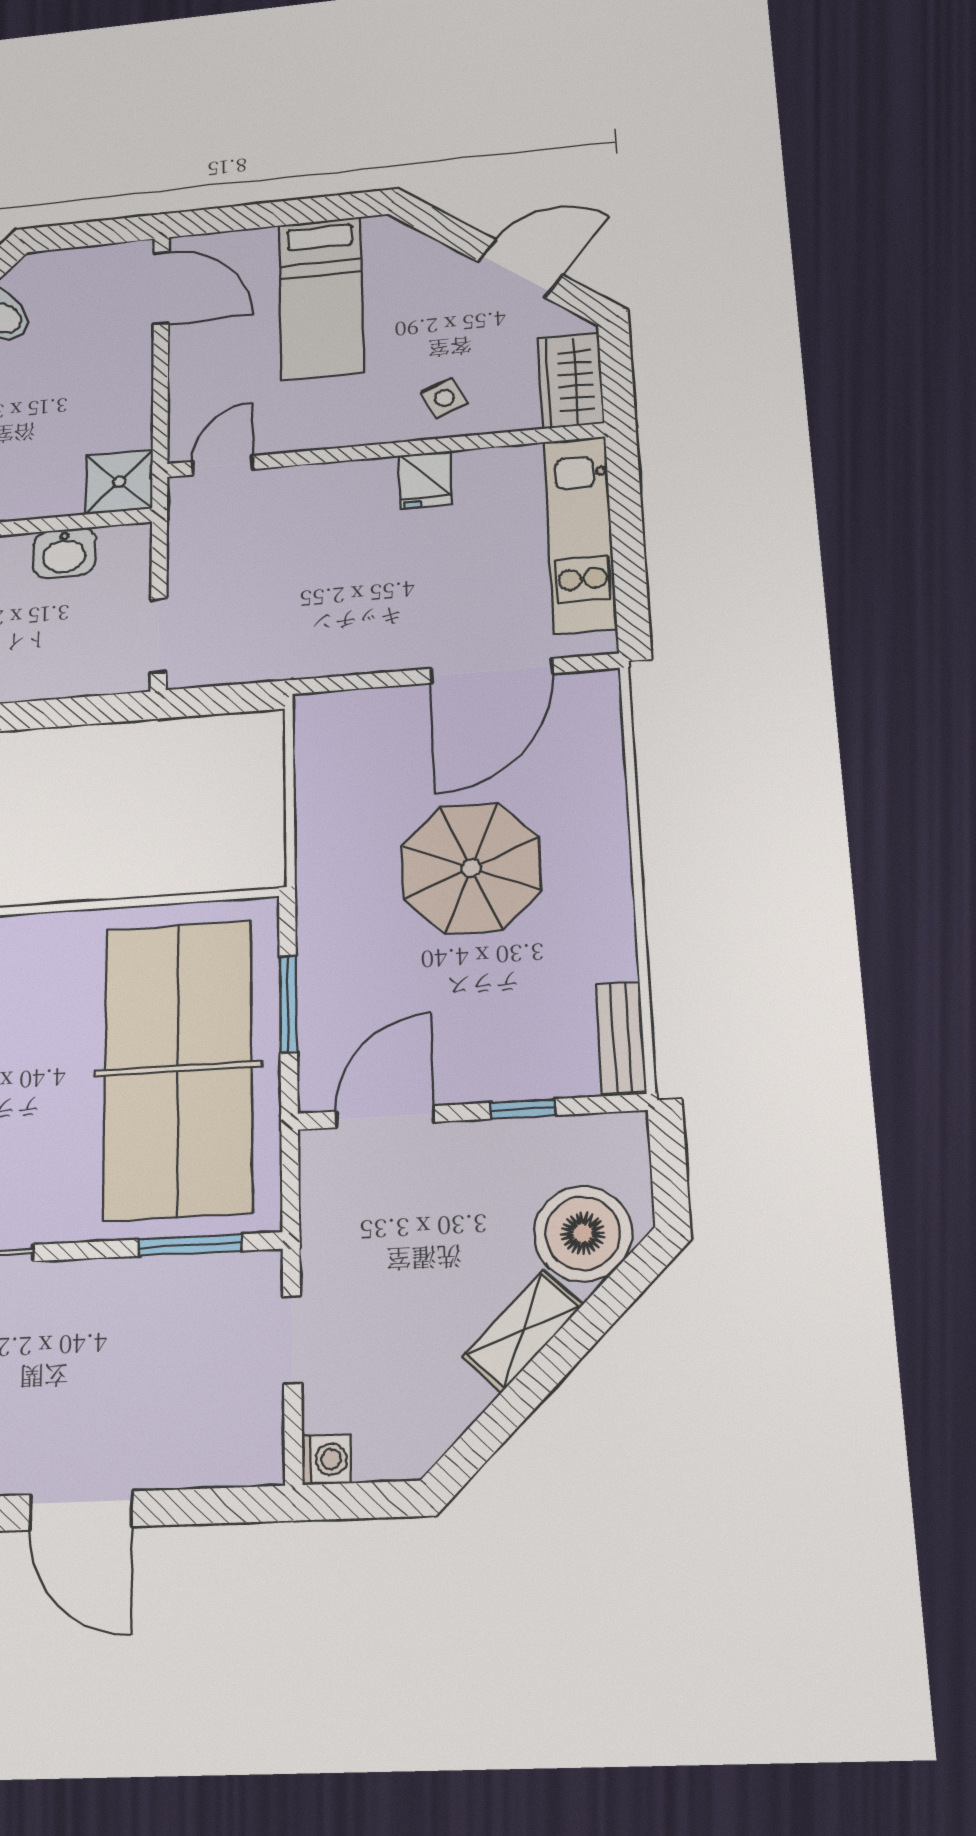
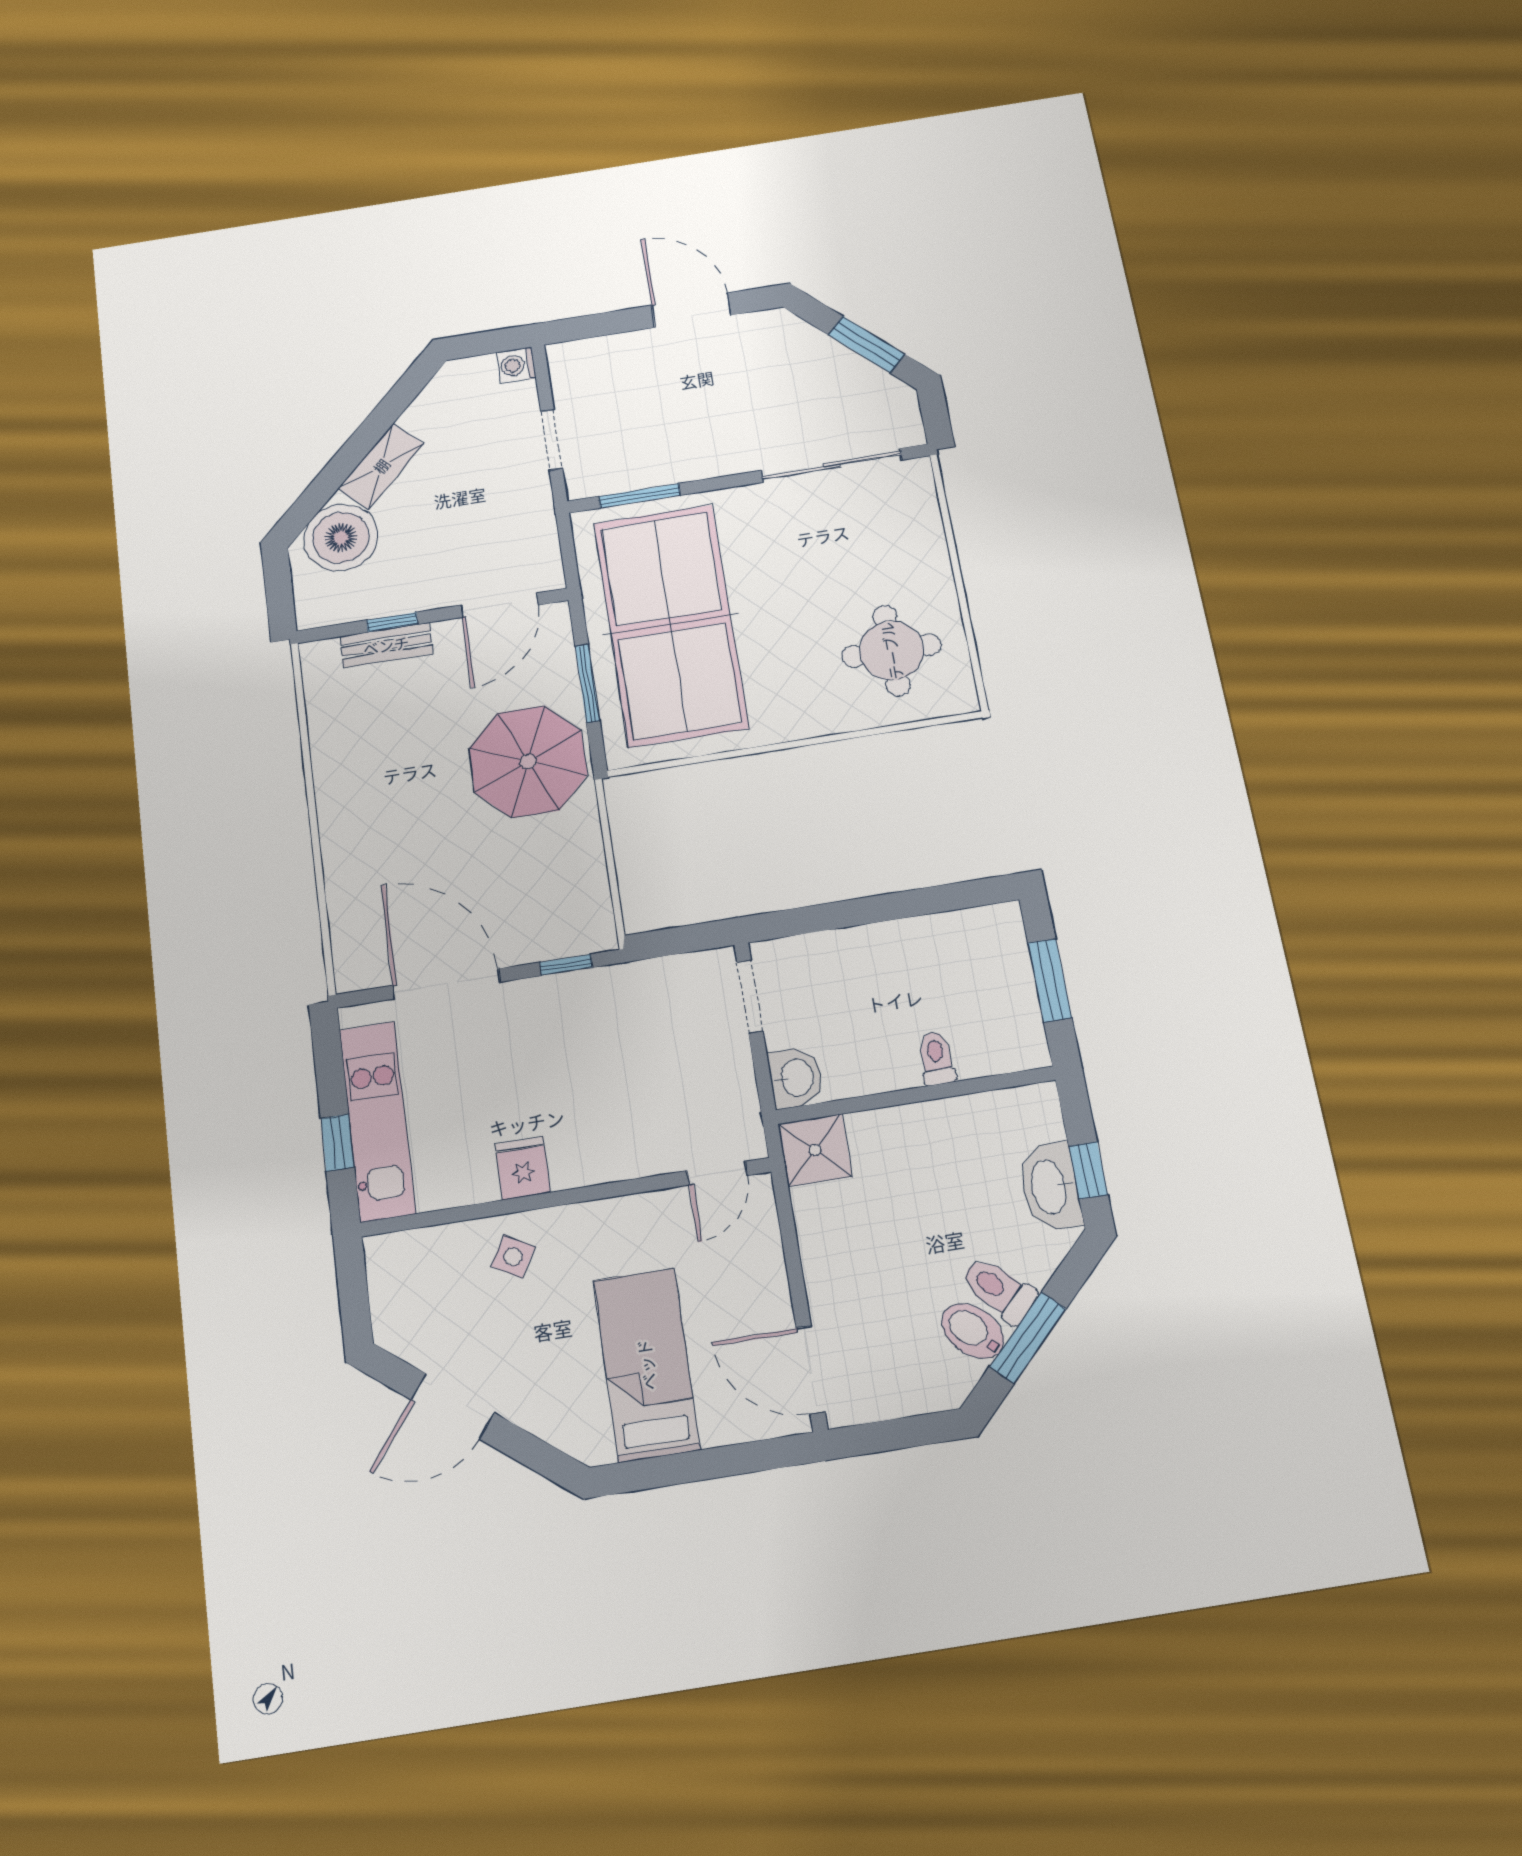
wardrobe: (571, 381) -> (395, 1281), removed
side table: (445, 398) -> (513, 1257), turned -36
window: (626, 515) -> (337, 1143), added
washbasin: (64, 553) -> (796, 1078), moved, turned 90
door: (491, 671) -> (446, 984), hinge flipped
window: (354, 682) -> (566, 965), added
parasol: (471, 868) -> (528, 762), moved
bench: (621, 1037) -> (386, 645), moved, turned 90

